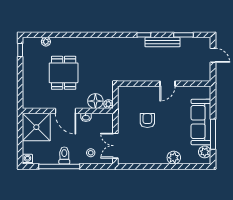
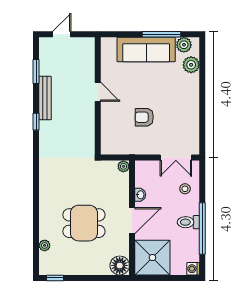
floor lamp: (95, 101) -> (120, 265), moved
plant: (174, 158) -> (191, 65), moved

